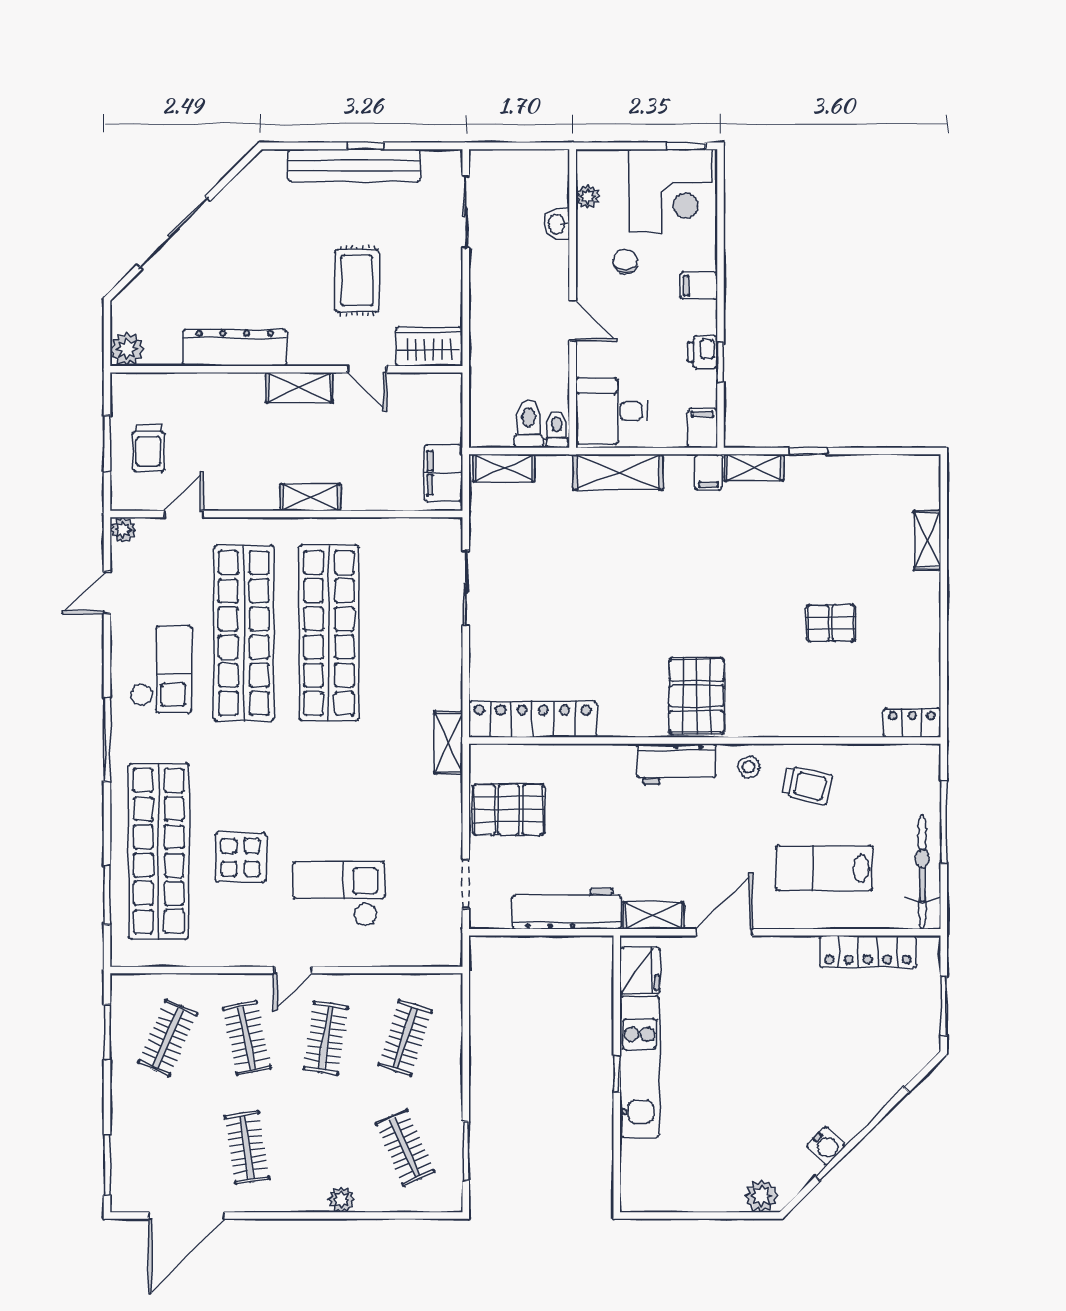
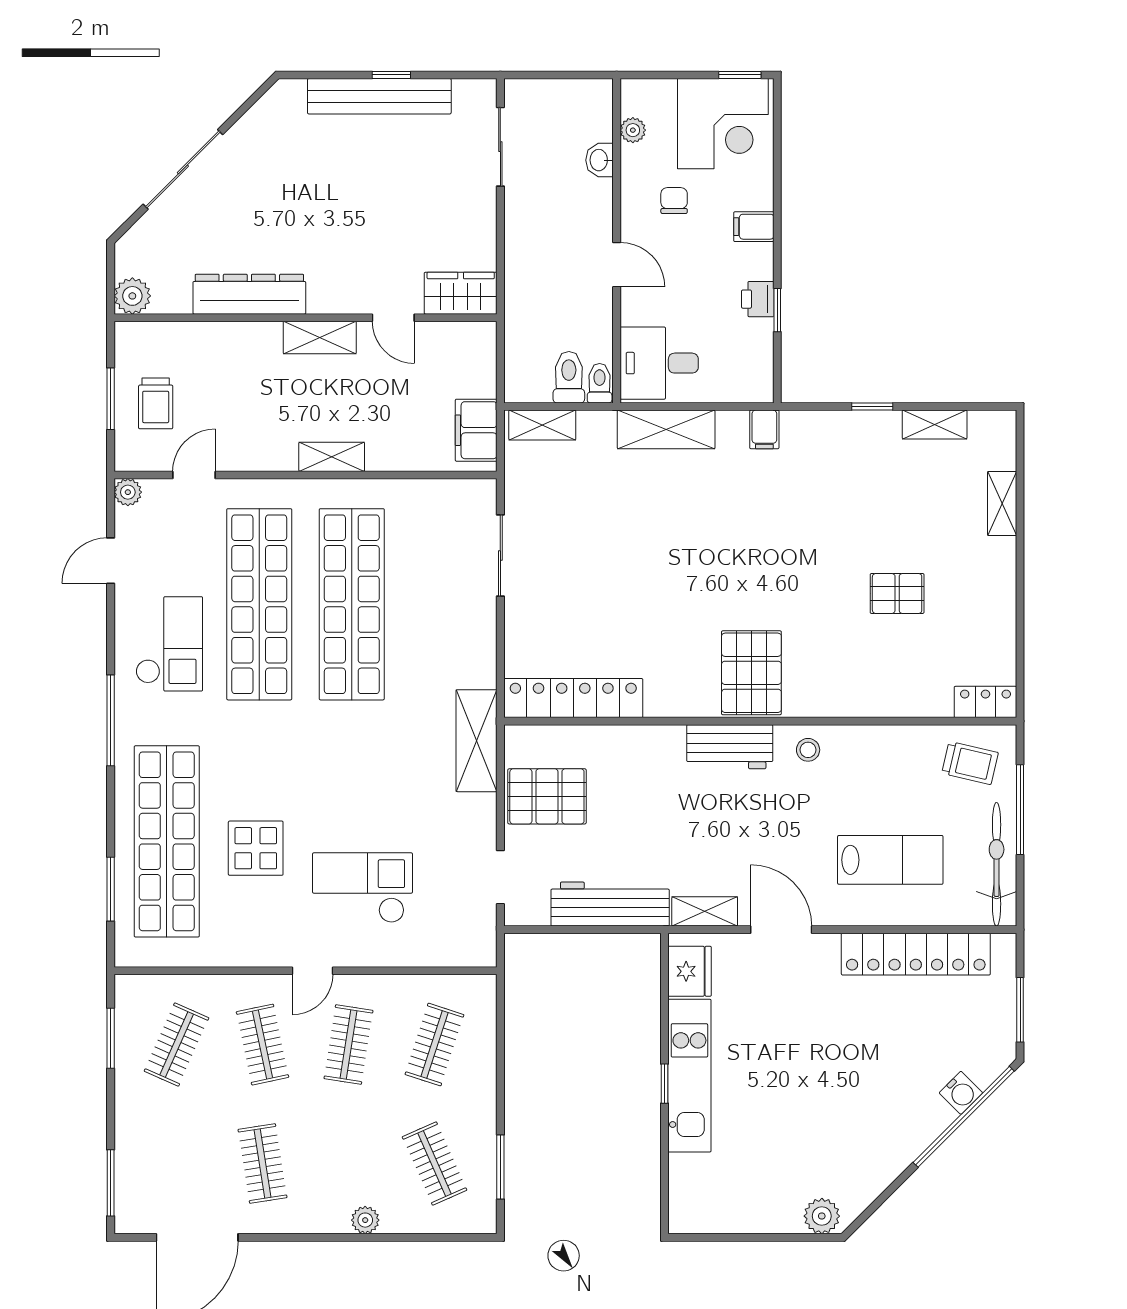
rug: (357, 281) -> (382, 221), removed
filing cabinet: (702, 428) -> (758, 382), removed
shelving: (754, 468) -> (935, 424), moved
shelving: (448, 743) -> (477, 741), width x1.50, depth x1.33
trolley: (807, 785) -> (970, 763), moved
lab bench: (824, 868) -> (890, 860), turned 180
door: (724, 932) -> (781, 930), hinge flipped
locker: (868, 952) -> (916, 954), width x1.41, depth x1.21
window: (862, 1134) -> (964, 1117), moved
water cooler: (826, 1146) -> (961, 1093), moved

